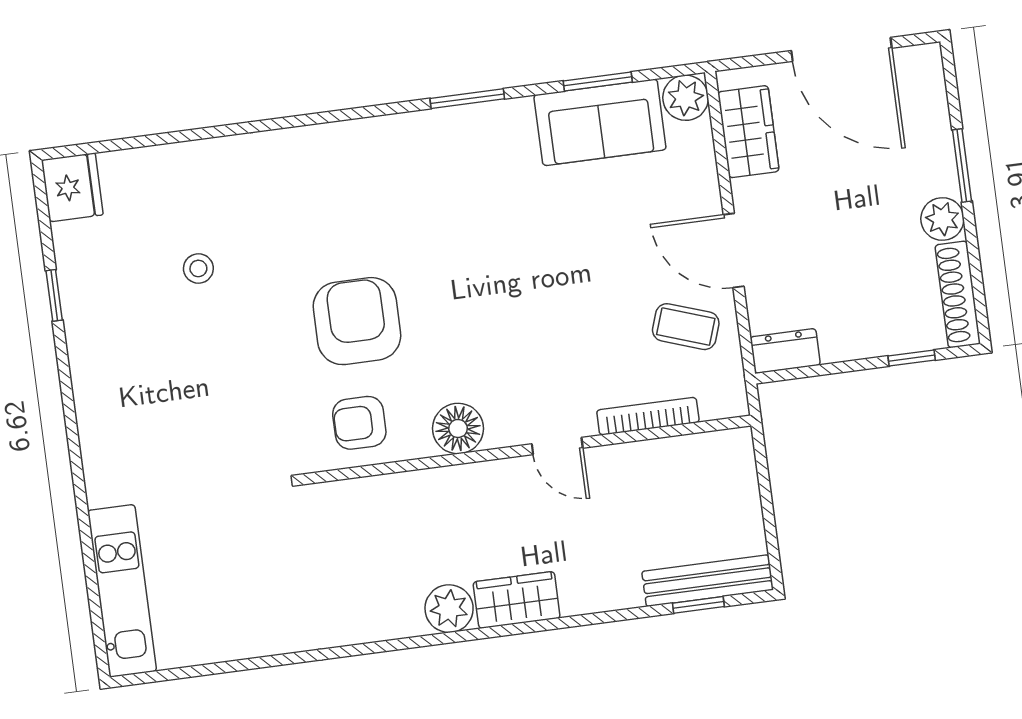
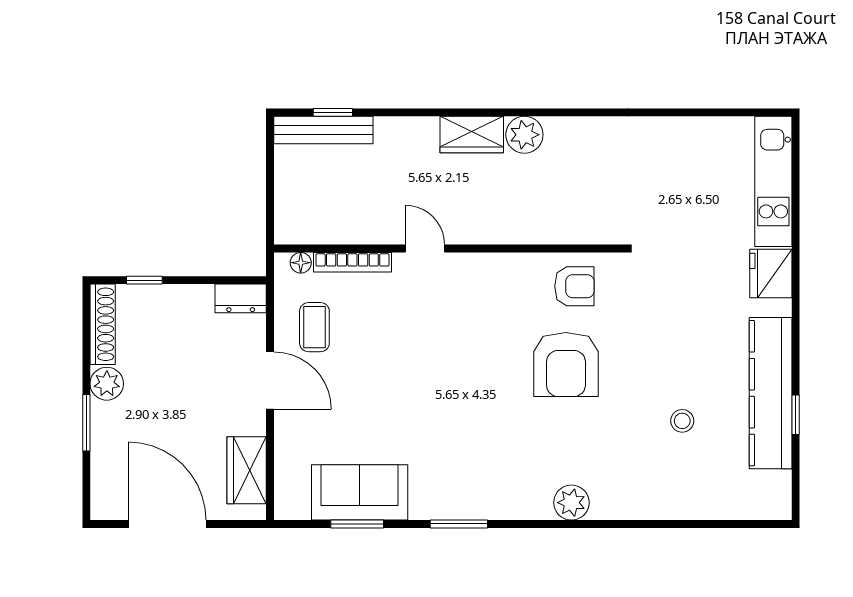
plant: (686, 98) -> (571, 503), moved
fridge: (72, 187) -> (771, 273), moved
kitchen counter: (90, 319) -> (771, 393), added
coffee table: (686, 327) -> (314, 327), turned 71
floor lamp: (458, 428) -> (301, 263), moved, width x0.53, depth x0.53

